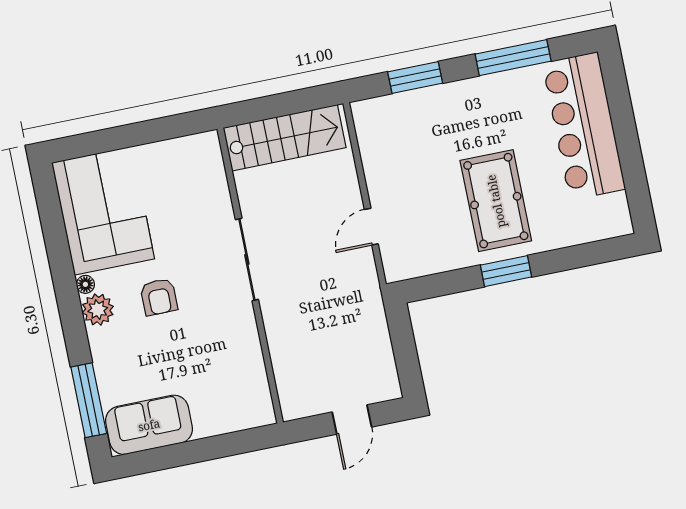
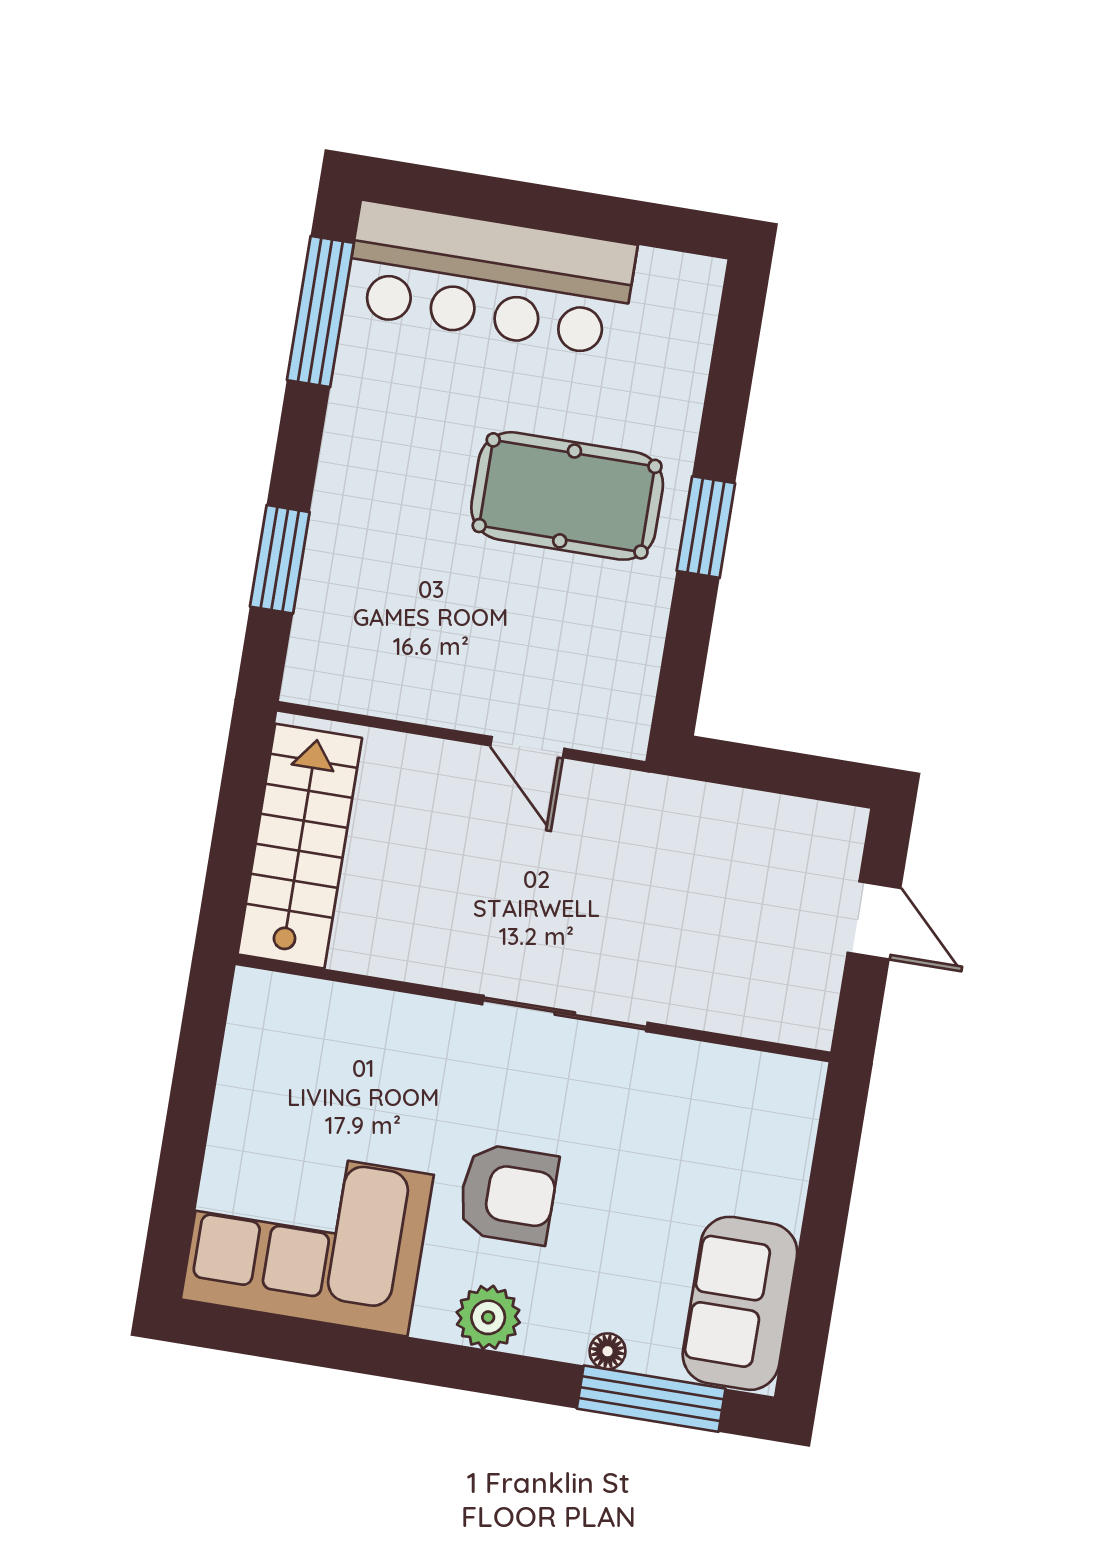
window: (513, 58) -> (320, 312), moved
sliding door: (247, 259) -> (565, 1014), moved
floor lamp: (85, 284) -> (608, 1351), moved
armchair: (159, 297) -> (508, 1194), width x1.38, depth x1.38

